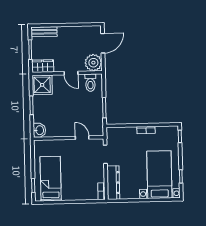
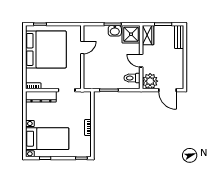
door: (71, 73) -> (141, 61), hinge flipped
washbasin: (39, 130) -> (115, 31), moved
door: (82, 138) -> (82, 47), moved
bed: (51, 179) -> (46, 49), width x2.04

